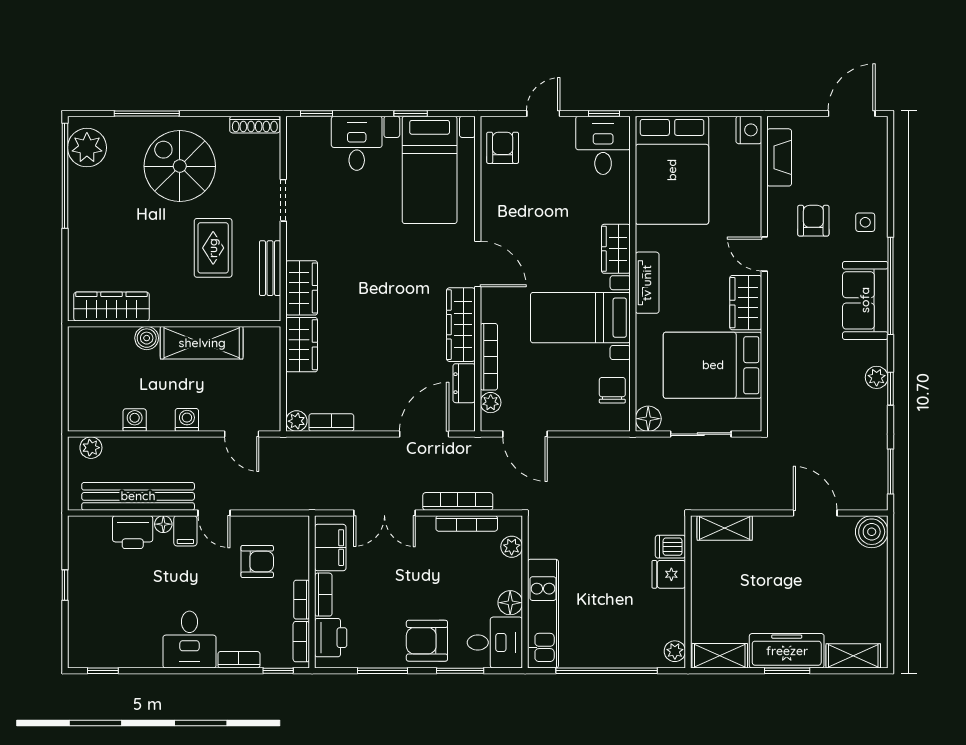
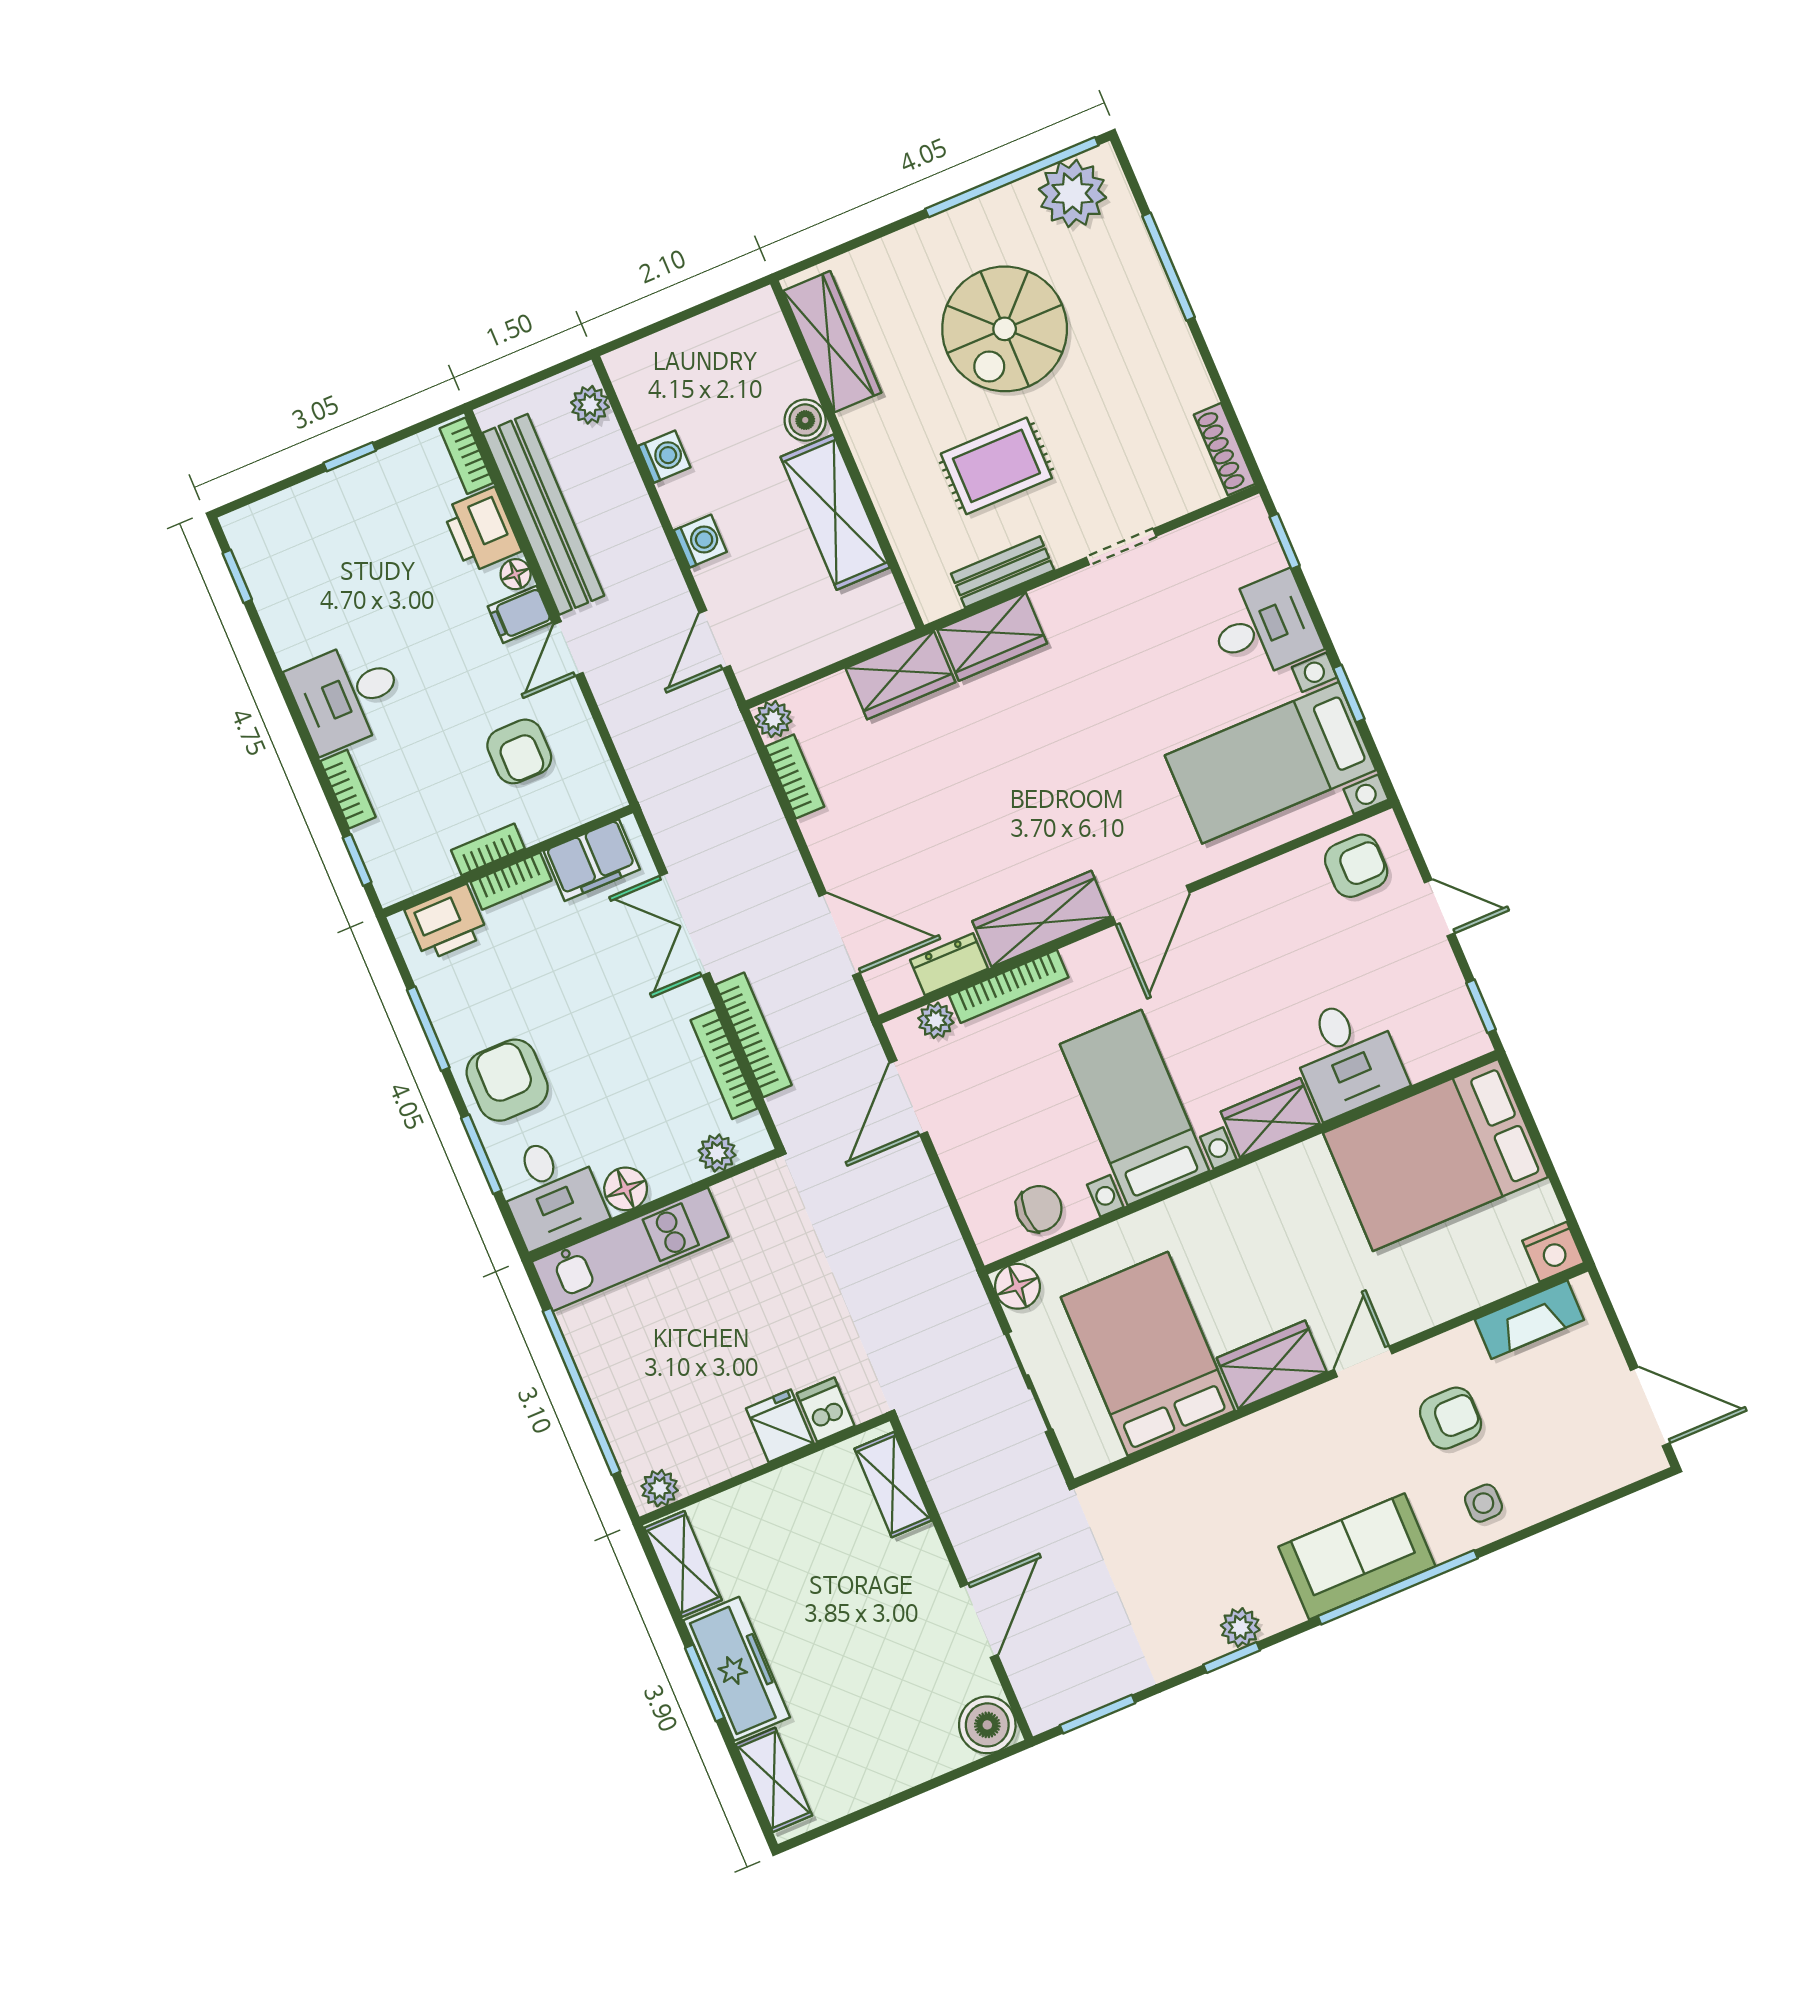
desk: (603, 145) -> (1347, 1057), moved, turned 90
spiral stairs: (180, 166) -> (1005, 329), moved, turned 180
tv unit: (647, 283) -> (1237, 1192), removed
bookcase: (301, 642) -> (466, 456), moved, turned -90

